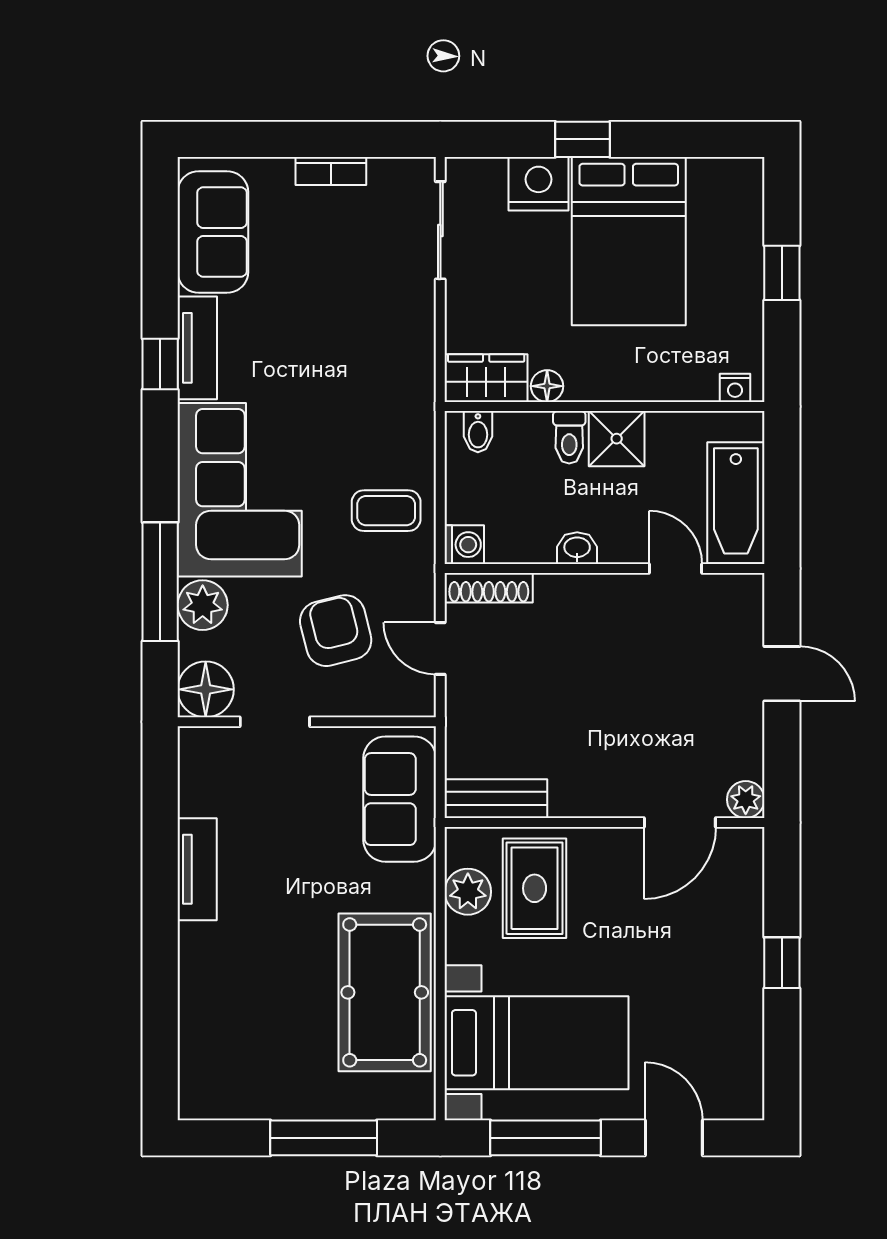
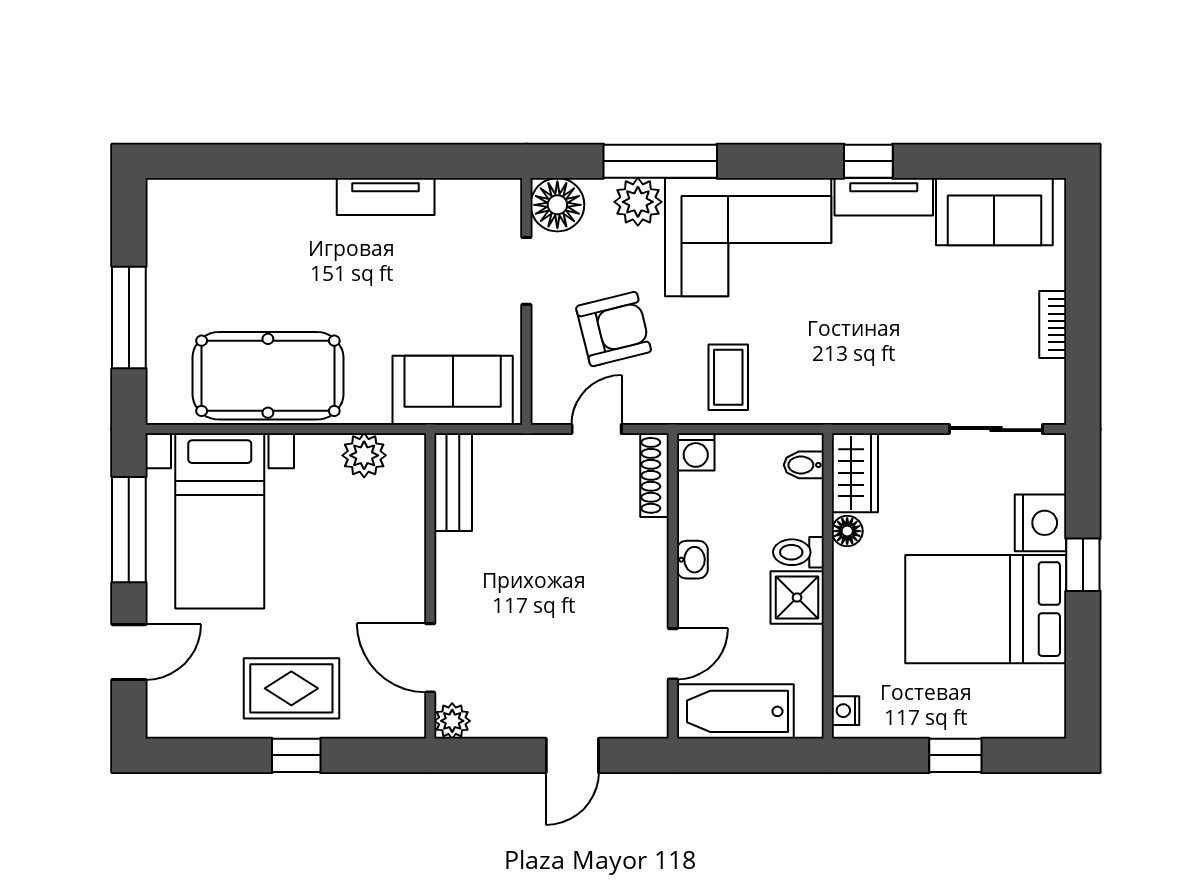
rug: (535, 888) -> (291, 688), moved

